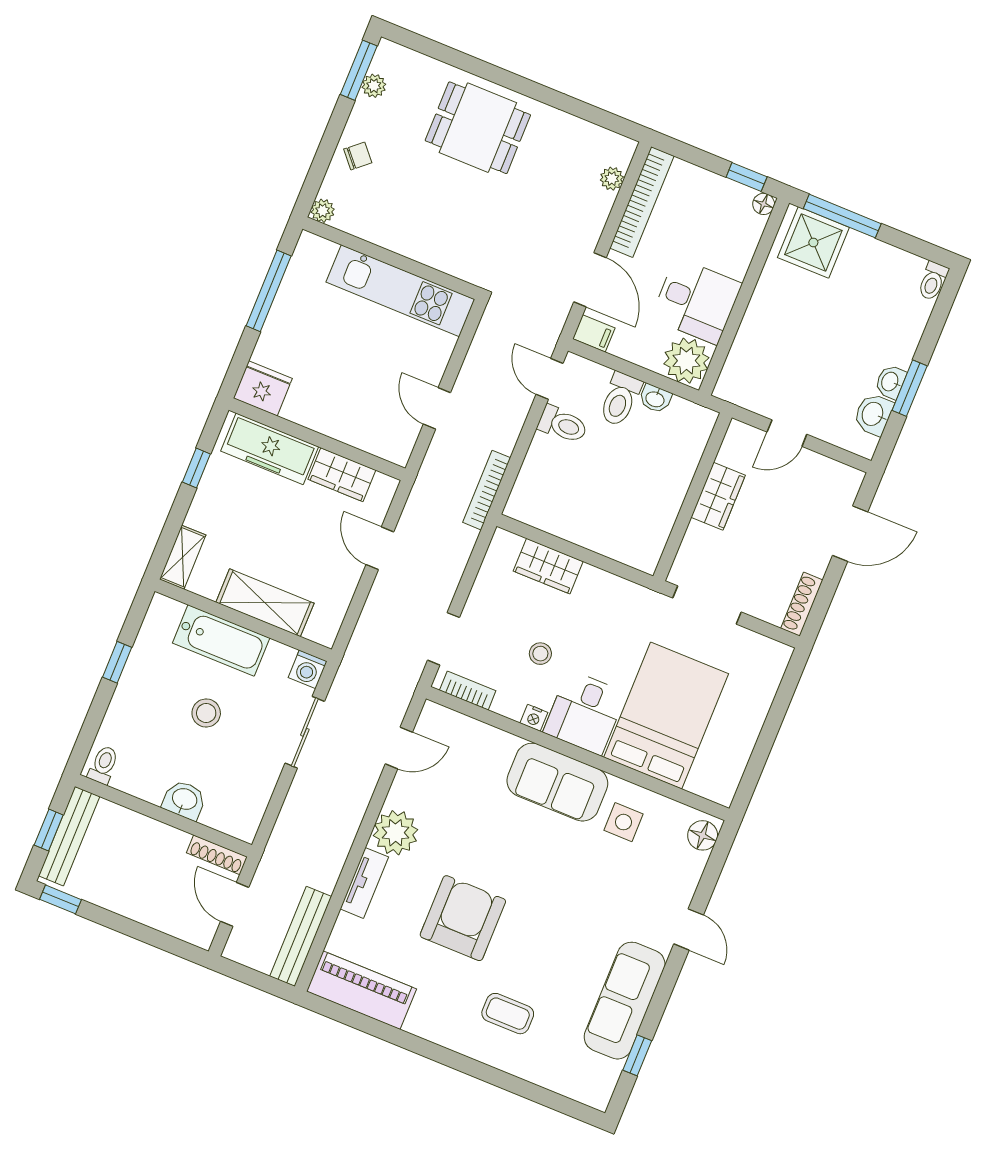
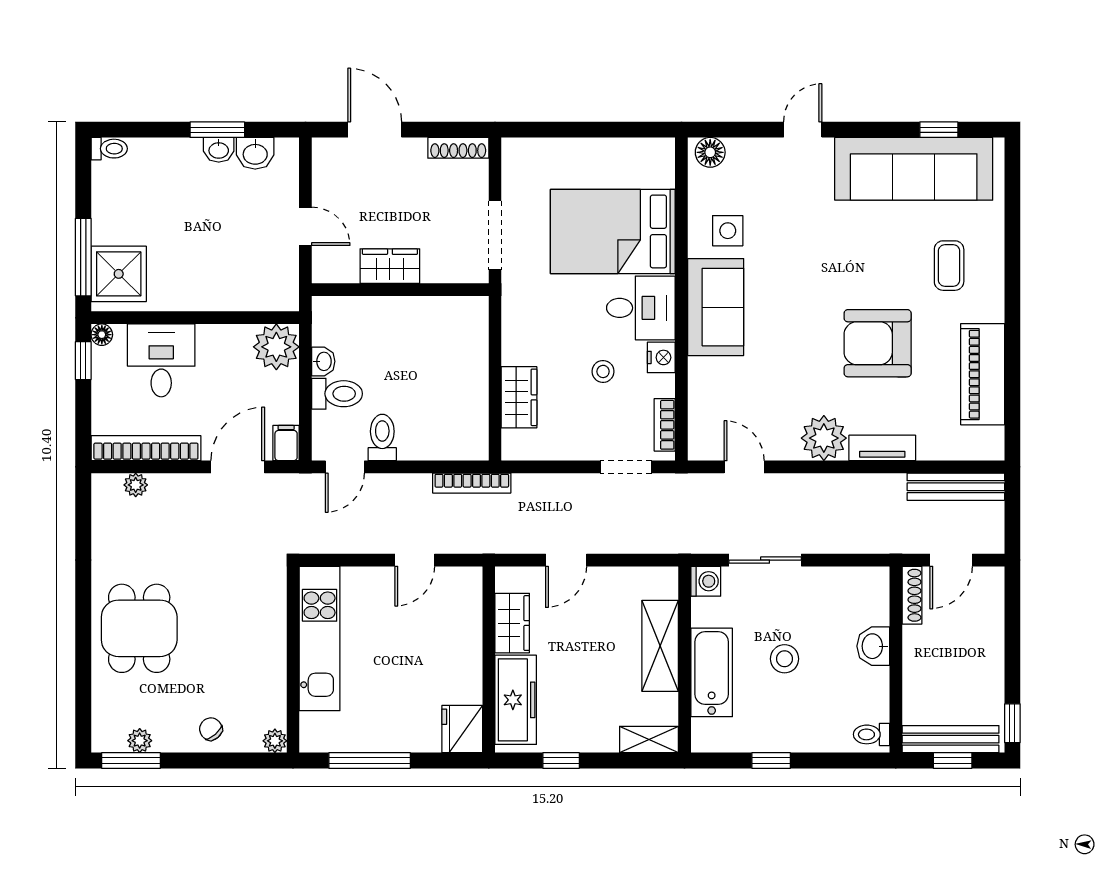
desk: (696, 301) -> (161, 360), moved
nightstand: (534, 718) -> (661, 357), width x1.39, depth x1.35
piano: (361, 990) -> (983, 374), moved
sofa: (625, 1001) -> (914, 169), width x1.36, depth x1.27

